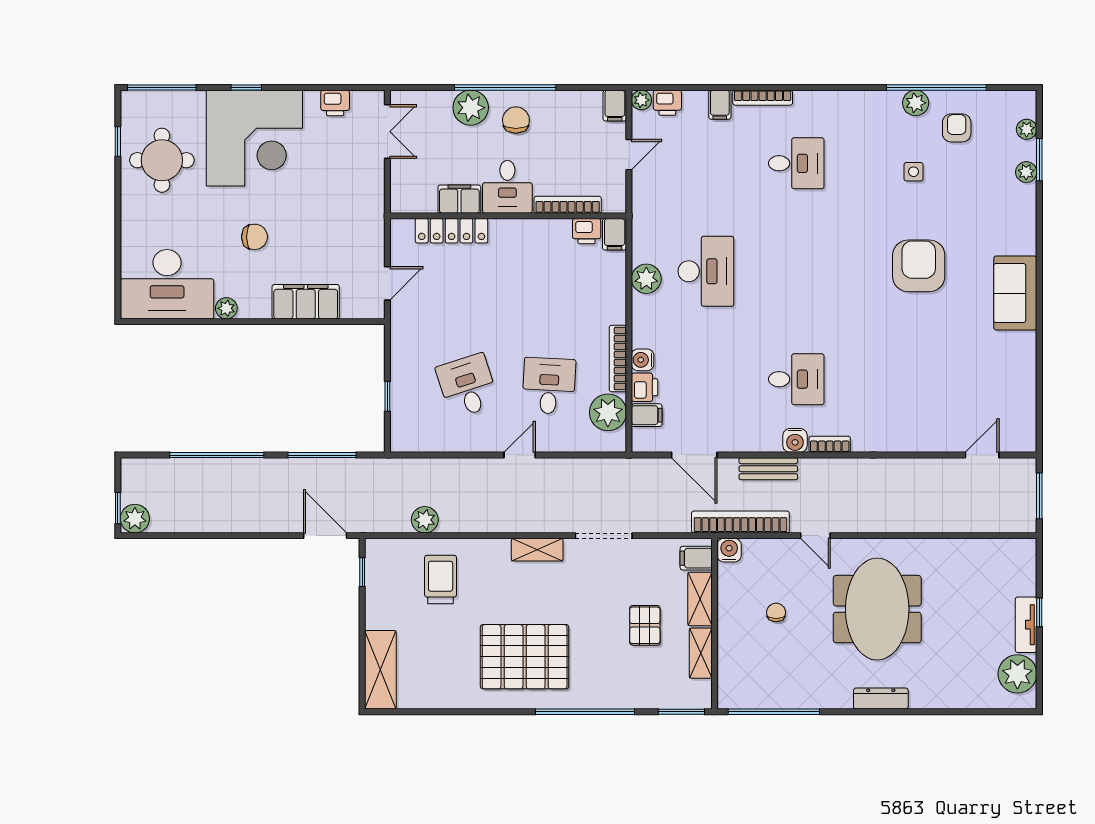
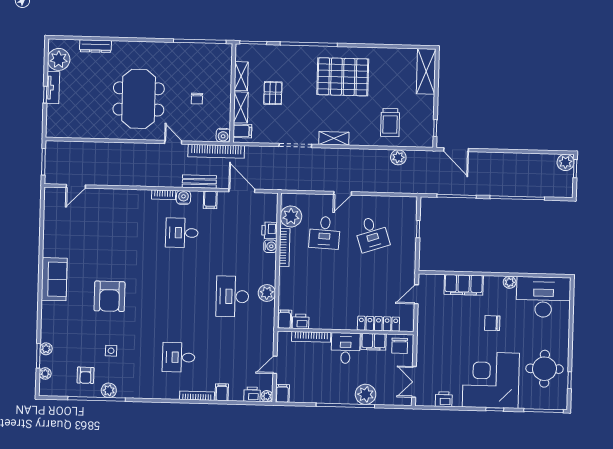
chair: (516, 120) -> (400, 346), moved
filing cabinet: (647, 415) -> (210, 200), moved, turned -90
dresser: (881, 699) -> (96, 46), moved

